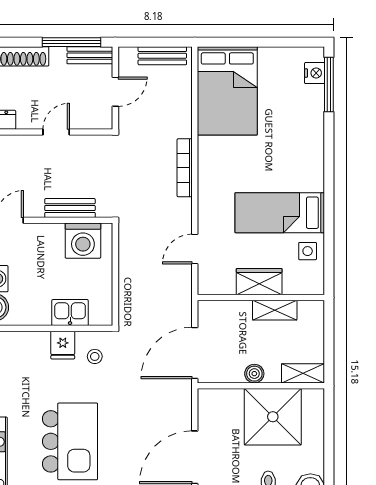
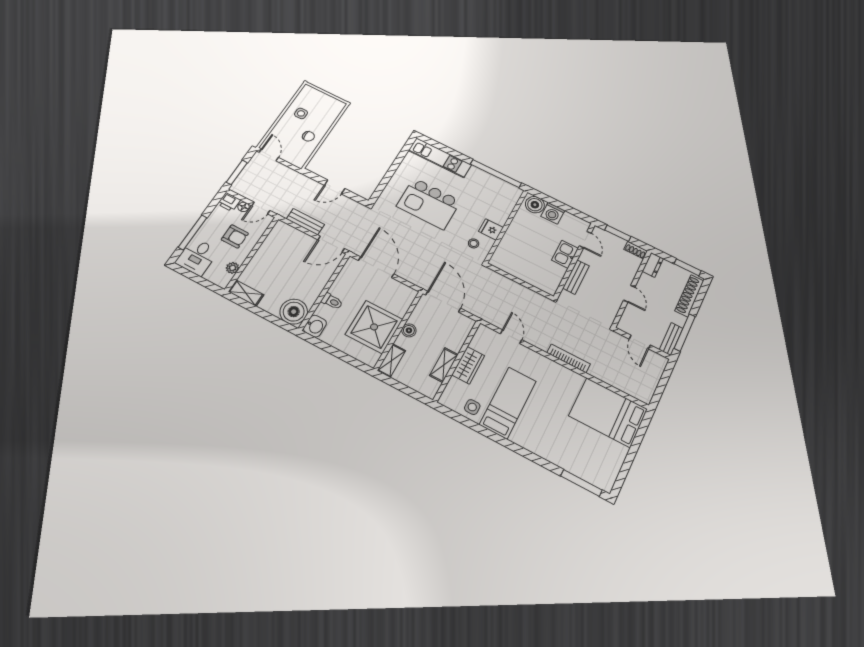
bench: (162, 56) -> (651, 383), removed
nightstand: (315, 73) -> (594, 477), removed
washing machine: (83, 241) -> (551, 274), removed
kitchen sink: (70, 313) -> (565, 254), moved, turned 180

